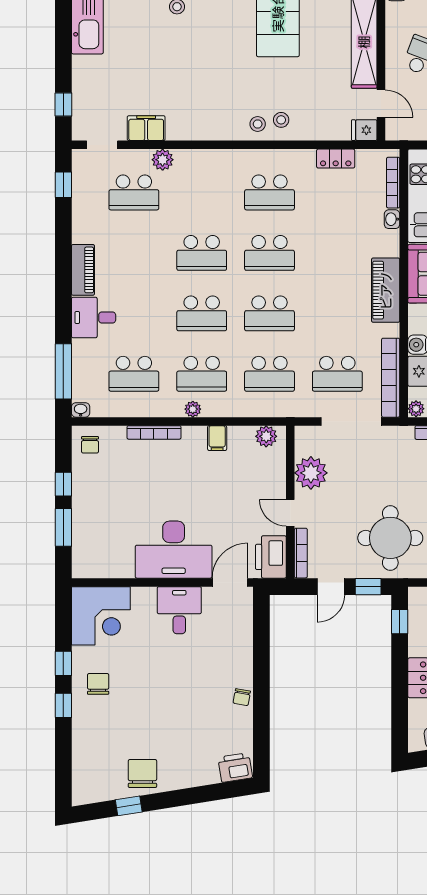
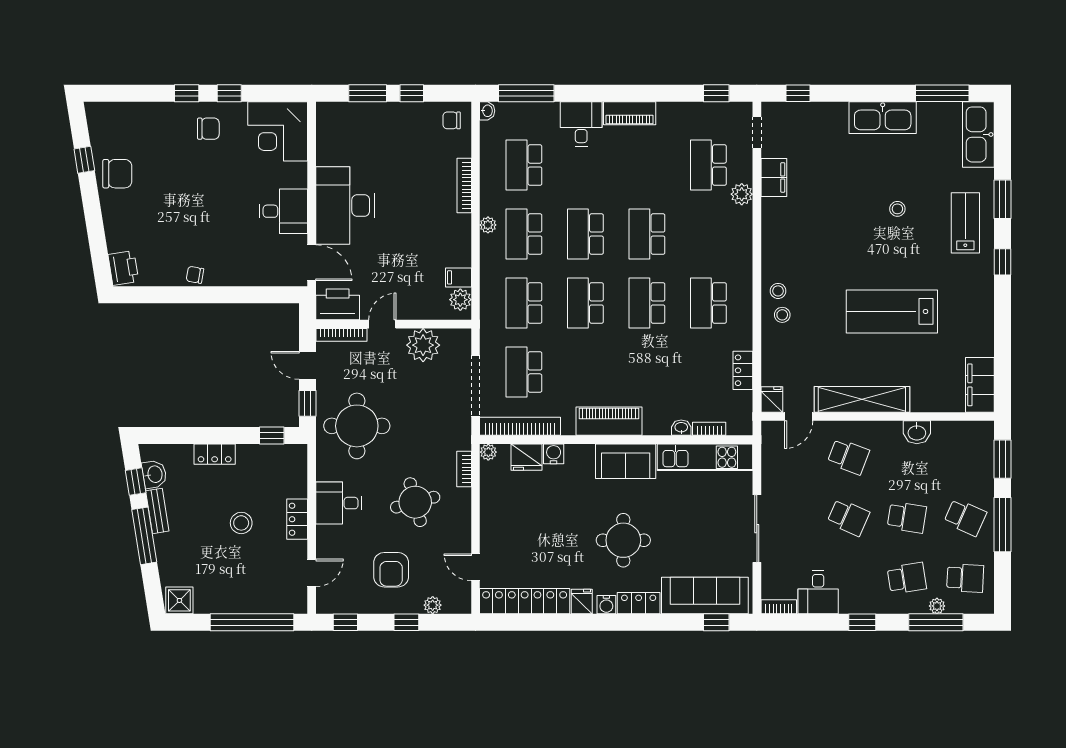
bookcase: (393, 183) -> (709, 429), width x0.64
filing cabinet: (217, 438) -> (458, 277), moved

